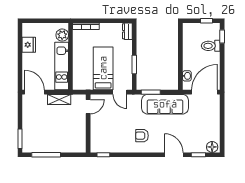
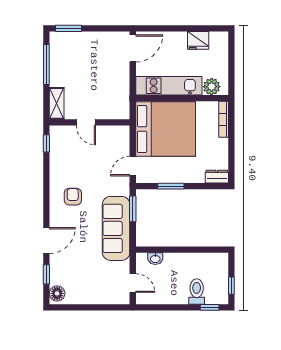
bed: (103, 68) -> (166, 129), width x2.04
door: (205, 92) -> (133, 283), width x0.53
shelving: (59, 100) -> (57, 103), moved
door: (88, 107) -> (86, 122), moved

